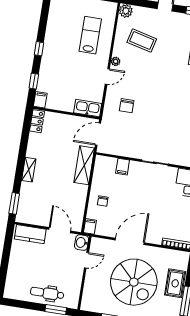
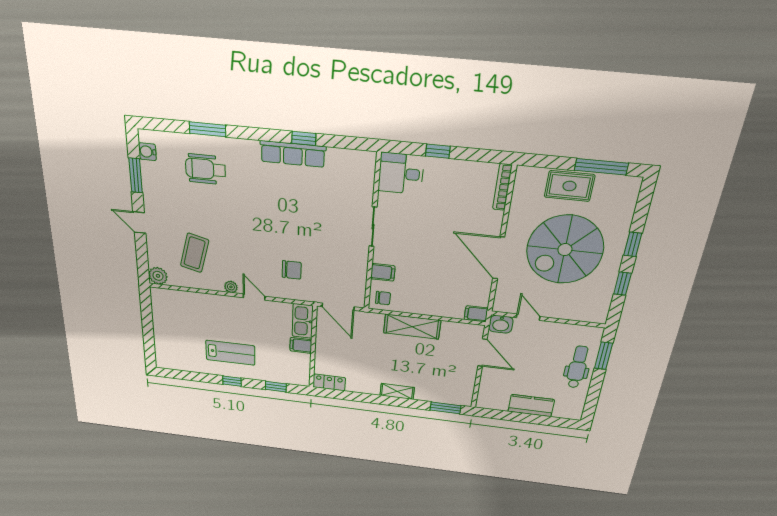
lab bench: (90, 35) -> (230, 353), moved, turned 180
filing cabinet: (40, 100) -> (301, 345), moved
shelving: (84, 165) -> (412, 327), moved
chair: (103, 201) -> (383, 298), moved
door: (60, 230) -> (482, 353), swing flipped
kitchen counter: (30, 234) -> (531, 406), moved, turned -90
spiral stairs: (134, 282) -> (565, 250), turned 180
dental chair: (47, 293) -> (577, 367), turned 180

